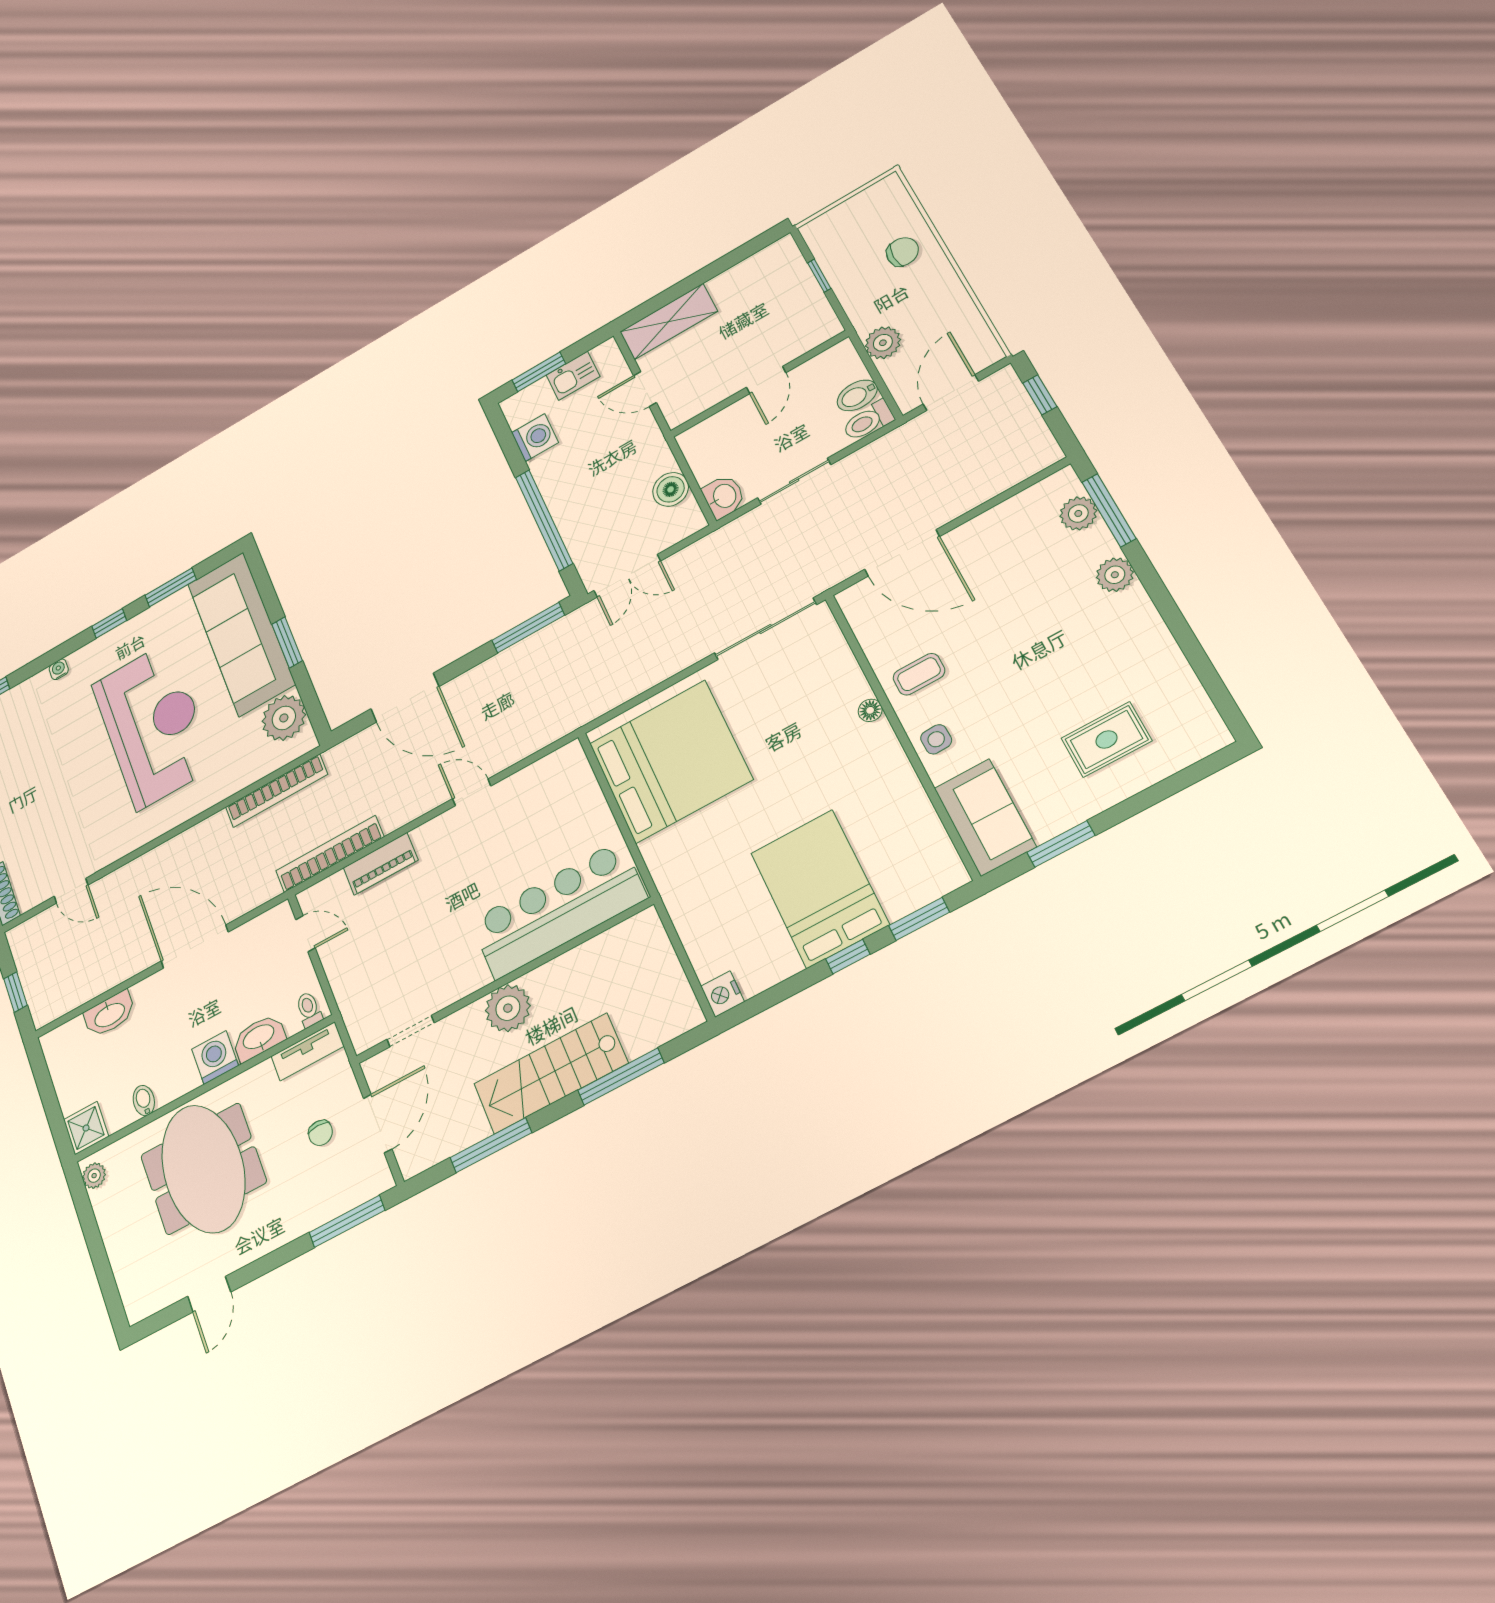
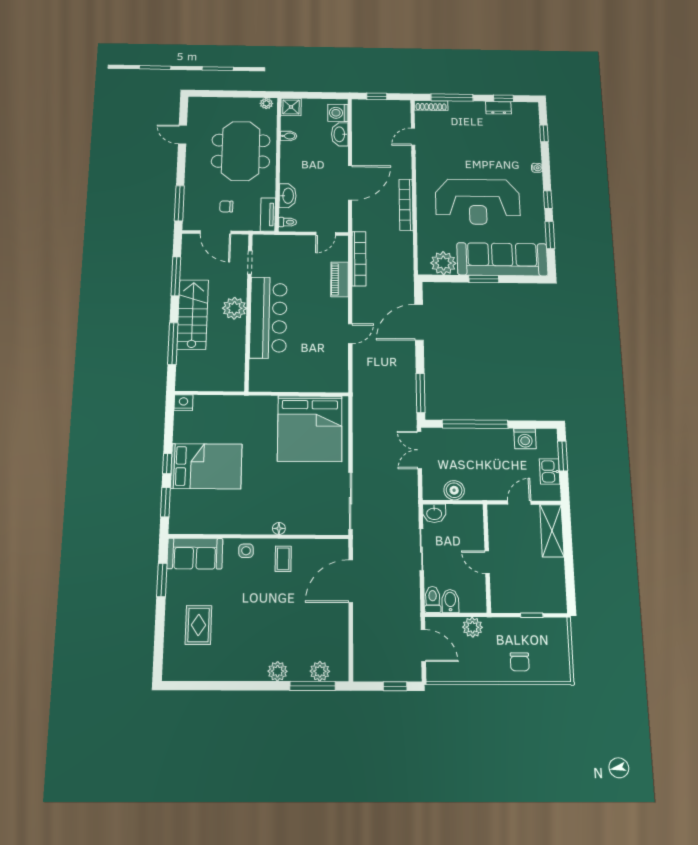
bookcase: (276, 791) -> (406, 205), moved
bar counter: (558, 910) -> (268, 317), moved
washing machine: (215, 1057) -> (338, 113), moved, turned 180
meeting table: (203, 1169) -> (241, 151), turned 90

